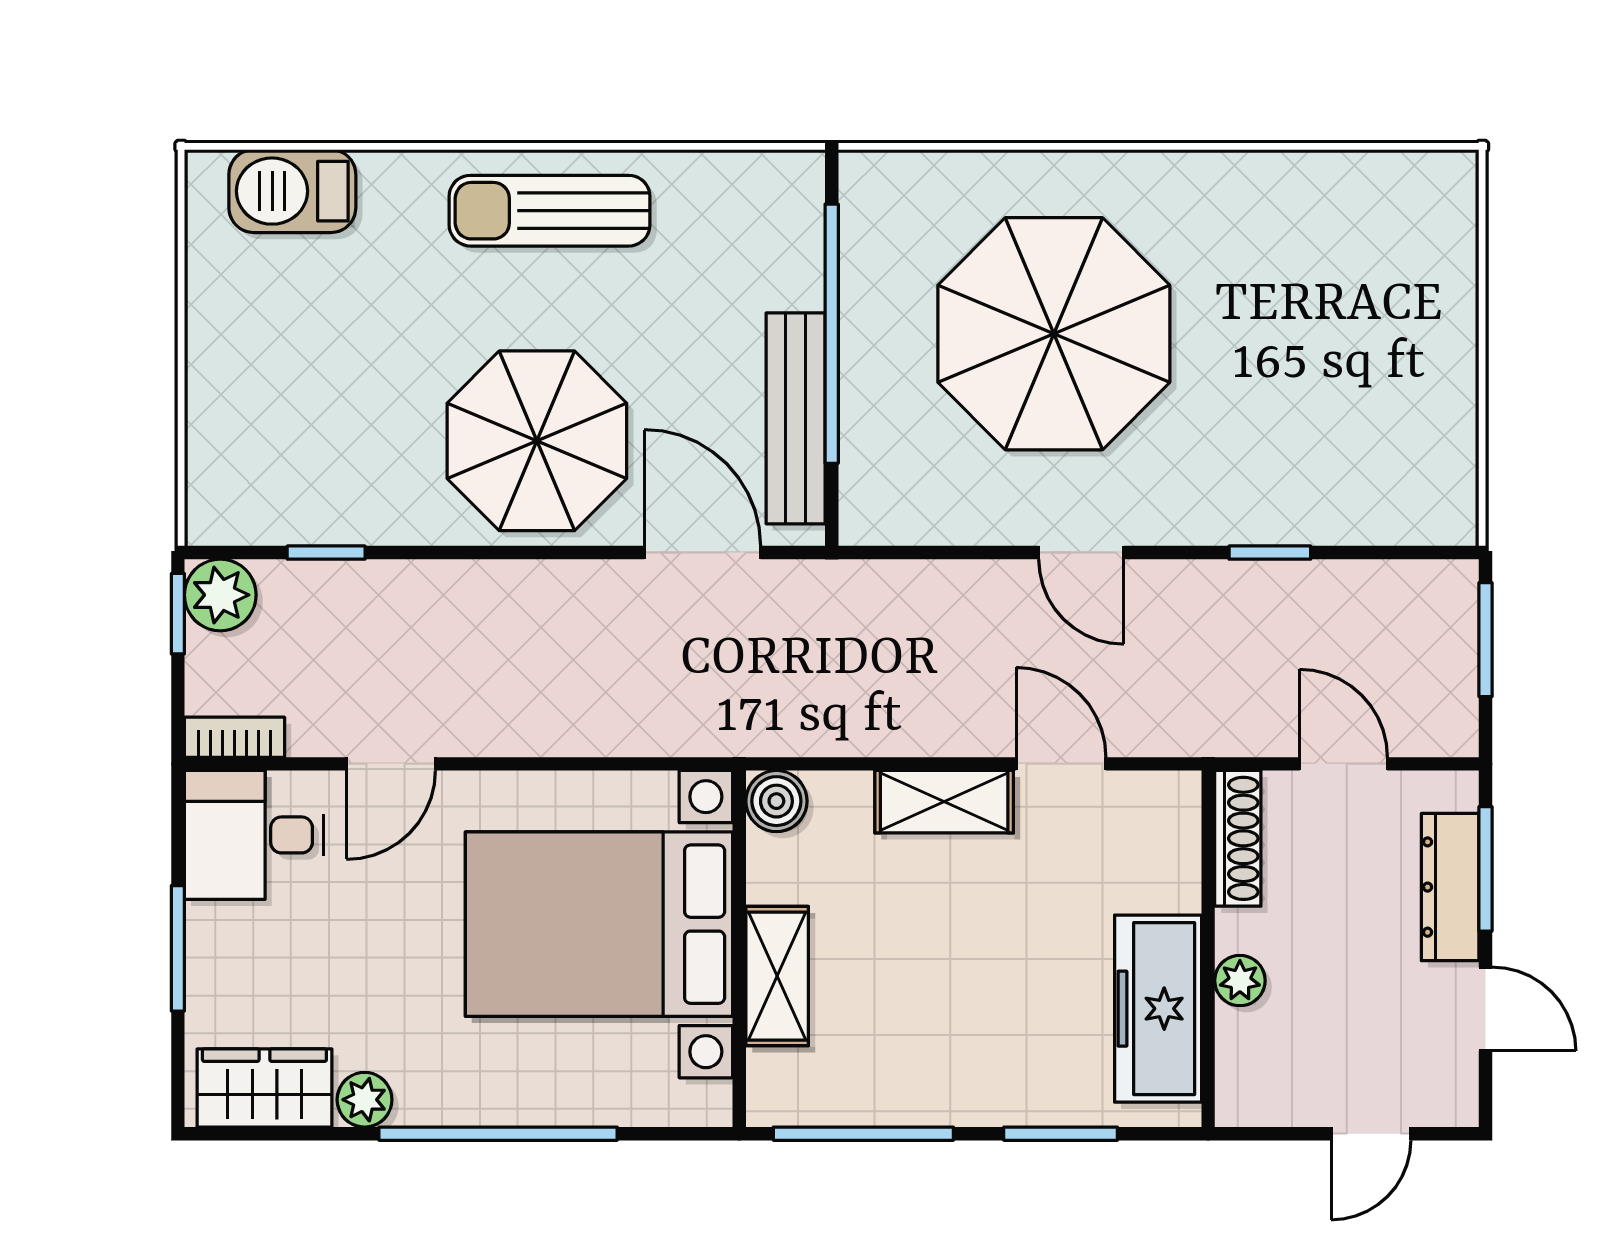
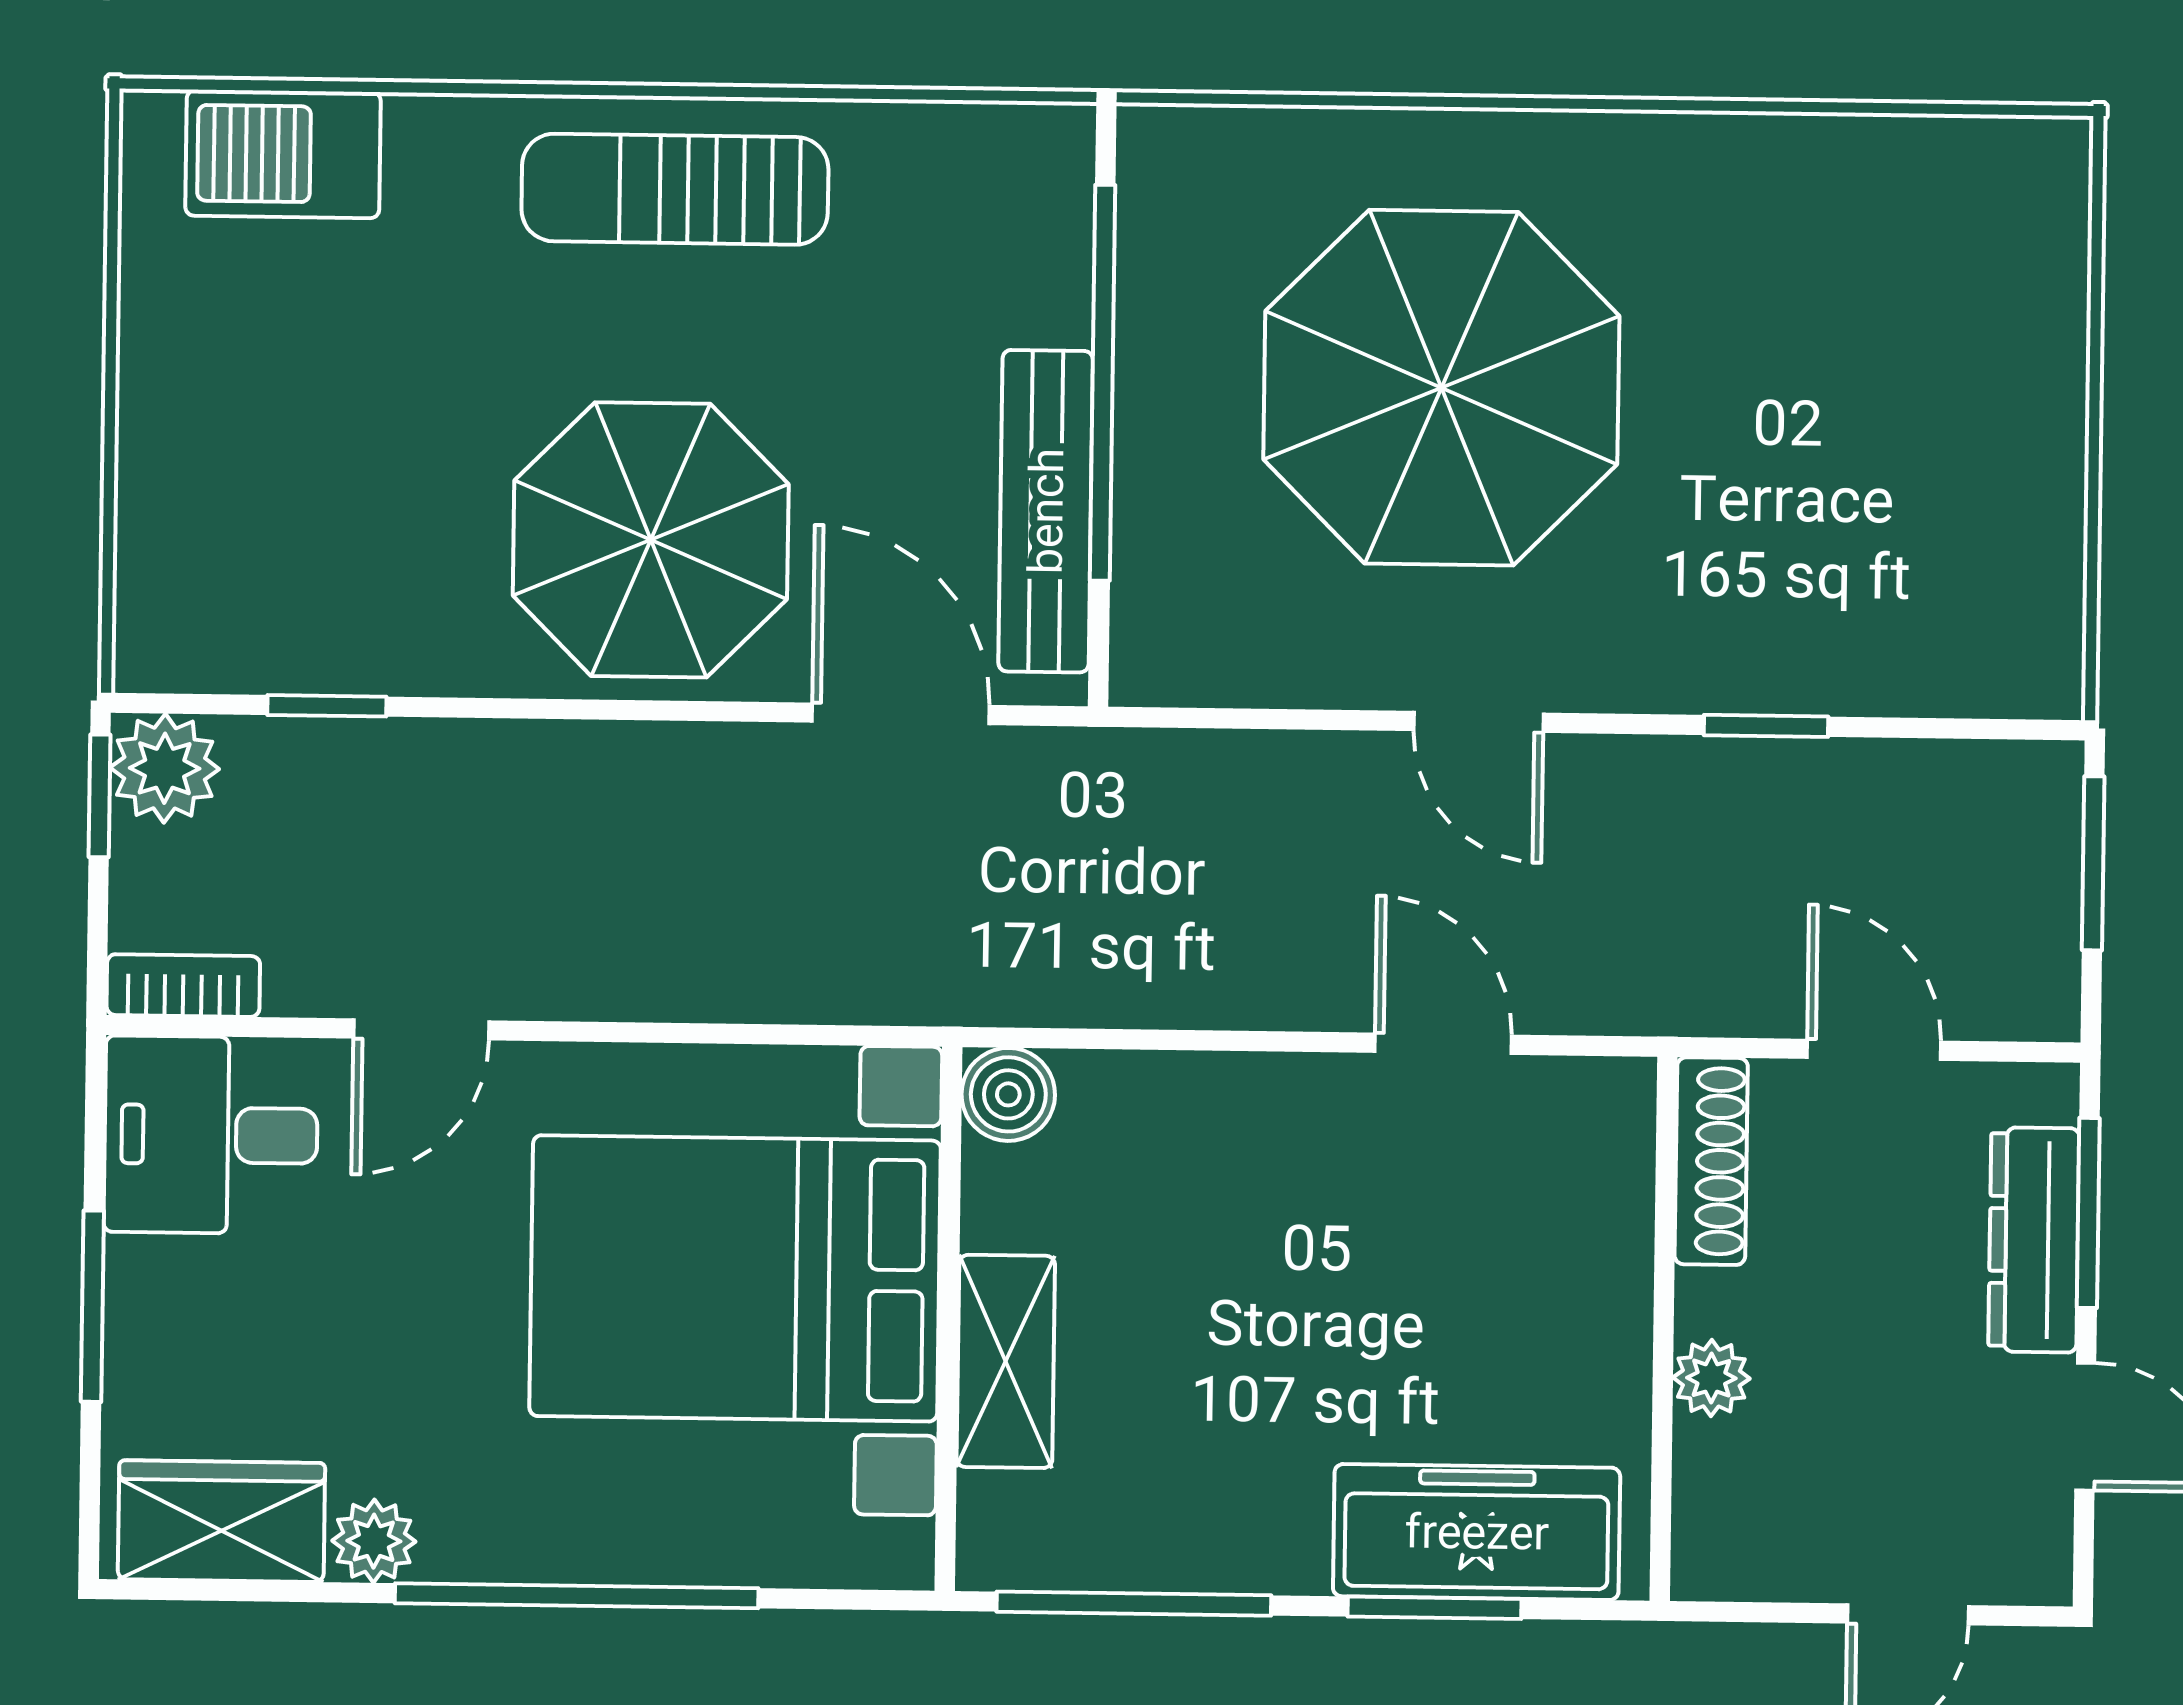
shelving: (944, 802) -> (1264, 1099), removed
freezer: (1158, 1009) -> (1477, 1532), moved, turned 90

